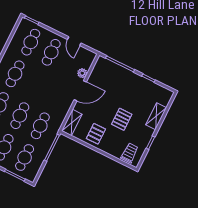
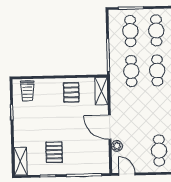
door: (74, 41) -> (127, 174), moved
door: (80, 91) -> (110, 127), hinge flipped
shelving: (156, 116) -> (21, 161), moved
pallet: (122, 119) -> (54, 152), moved

